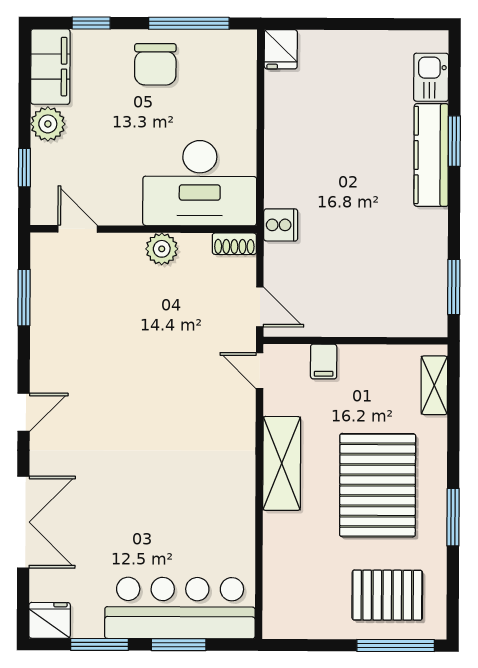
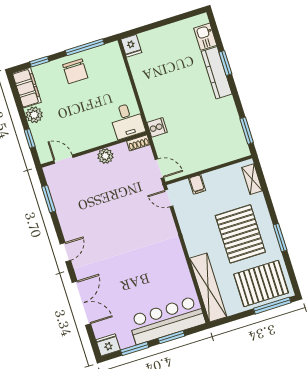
desk: (200, 183) -> (127, 121), width x0.53, depth x0.77
shelving: (282, 463) -> (208, 288), moved, width x1.47
pallet: (387, 595) -> (261, 283), width x1.37, depth x1.41

